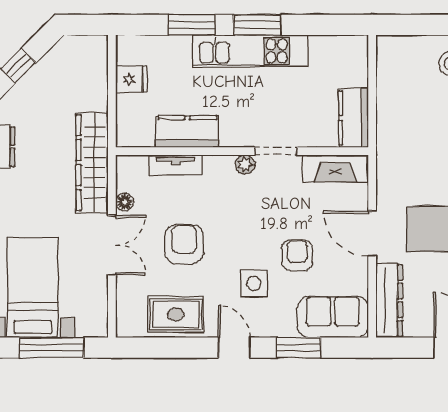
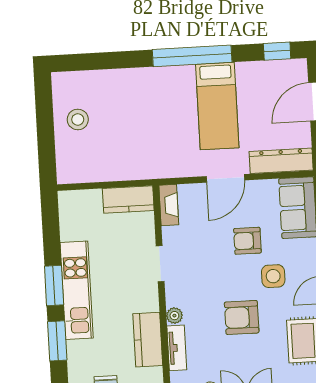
plant: (245, 165) -> (174, 316), moved
fireplace: (335, 168) -> (169, 205), width x0.73, depth x0.76
armchair: (184, 244) -> (242, 317), moved

